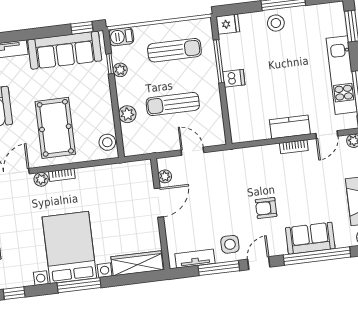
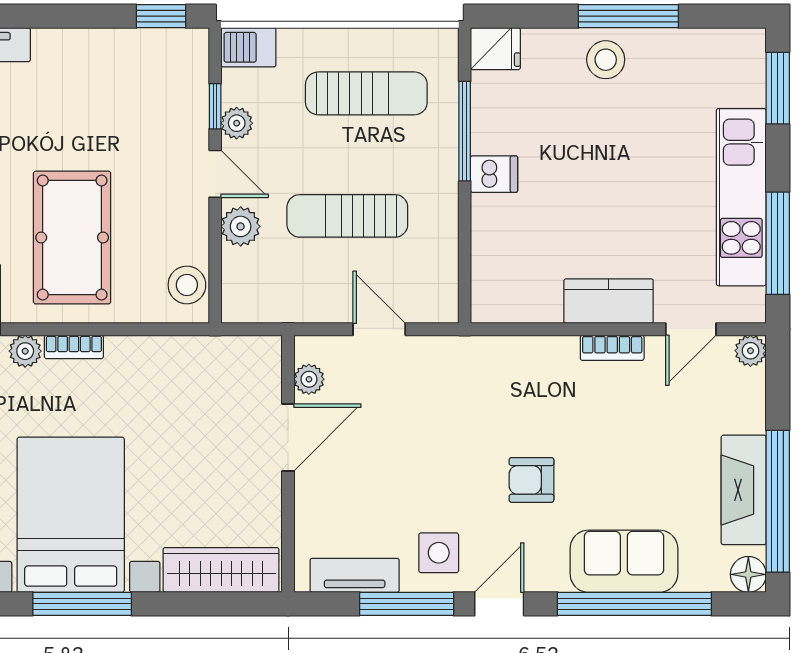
sofa: (65, 50) -> (115, 63), removed
door: (114, 93) -> (215, 174), added

